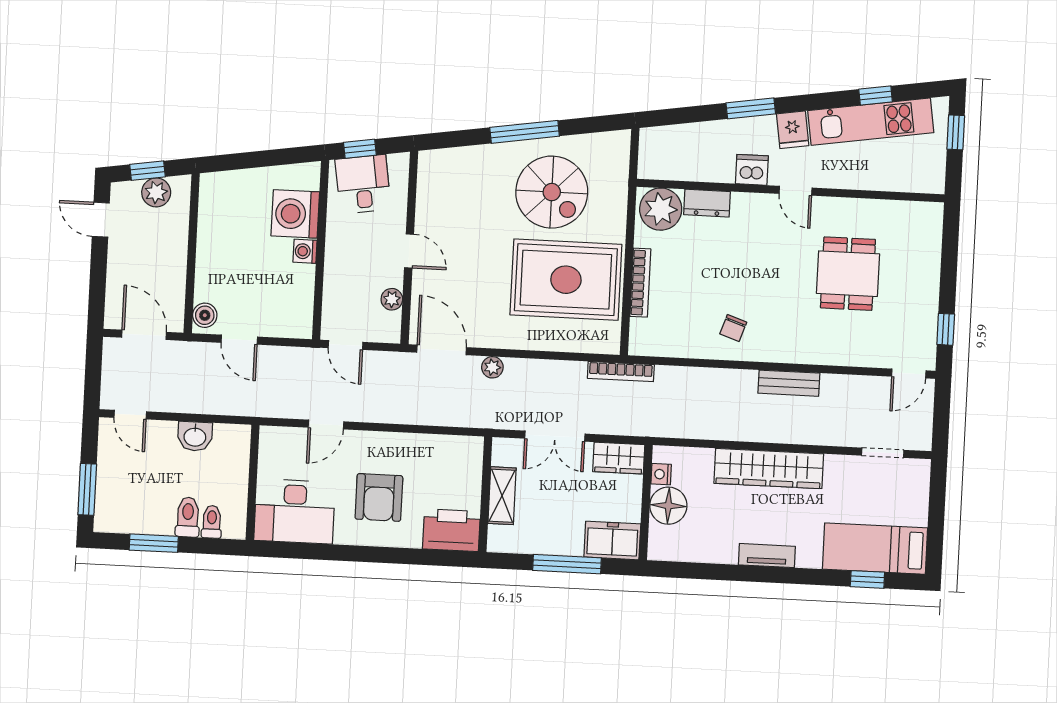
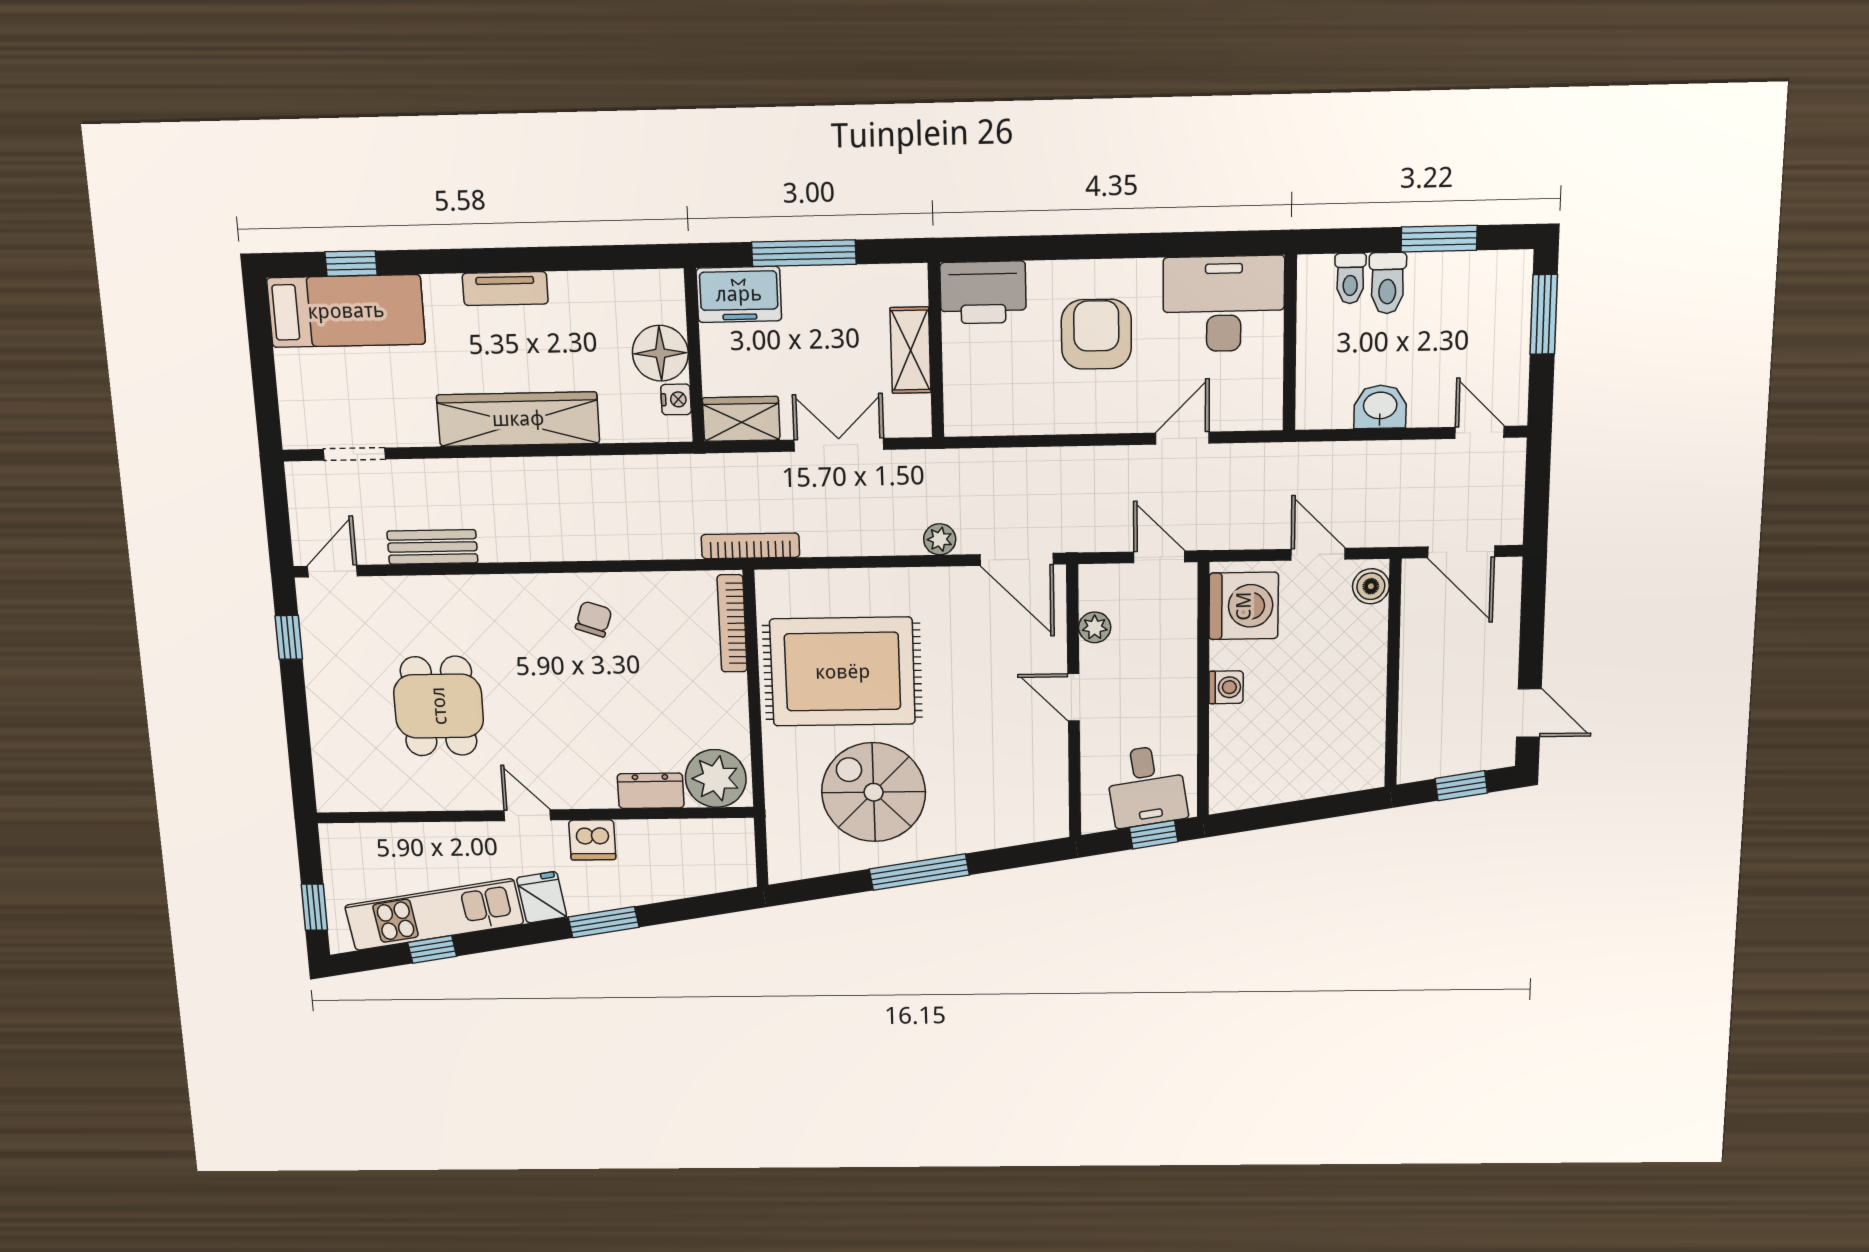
plant: (156, 192) -> (1448, 756), removed
washing machine: (295, 214) -> (1244, 606), moved
bookcase: (640, 283) -> (732, 623), moved
bench: (789, 383) -> (432, 547), moved

